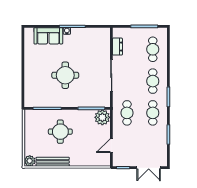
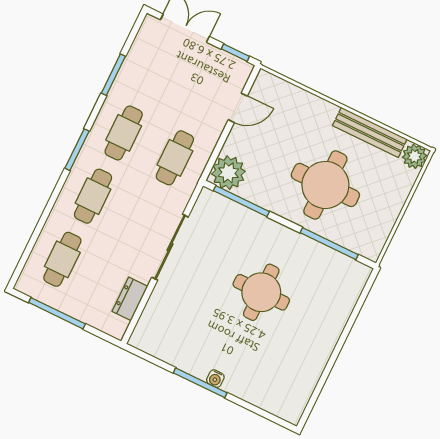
sofa: (48, 36) -> (257, 387), removed
round table: (60, 132) -> (325, 185), width x1.36, depth x1.36

